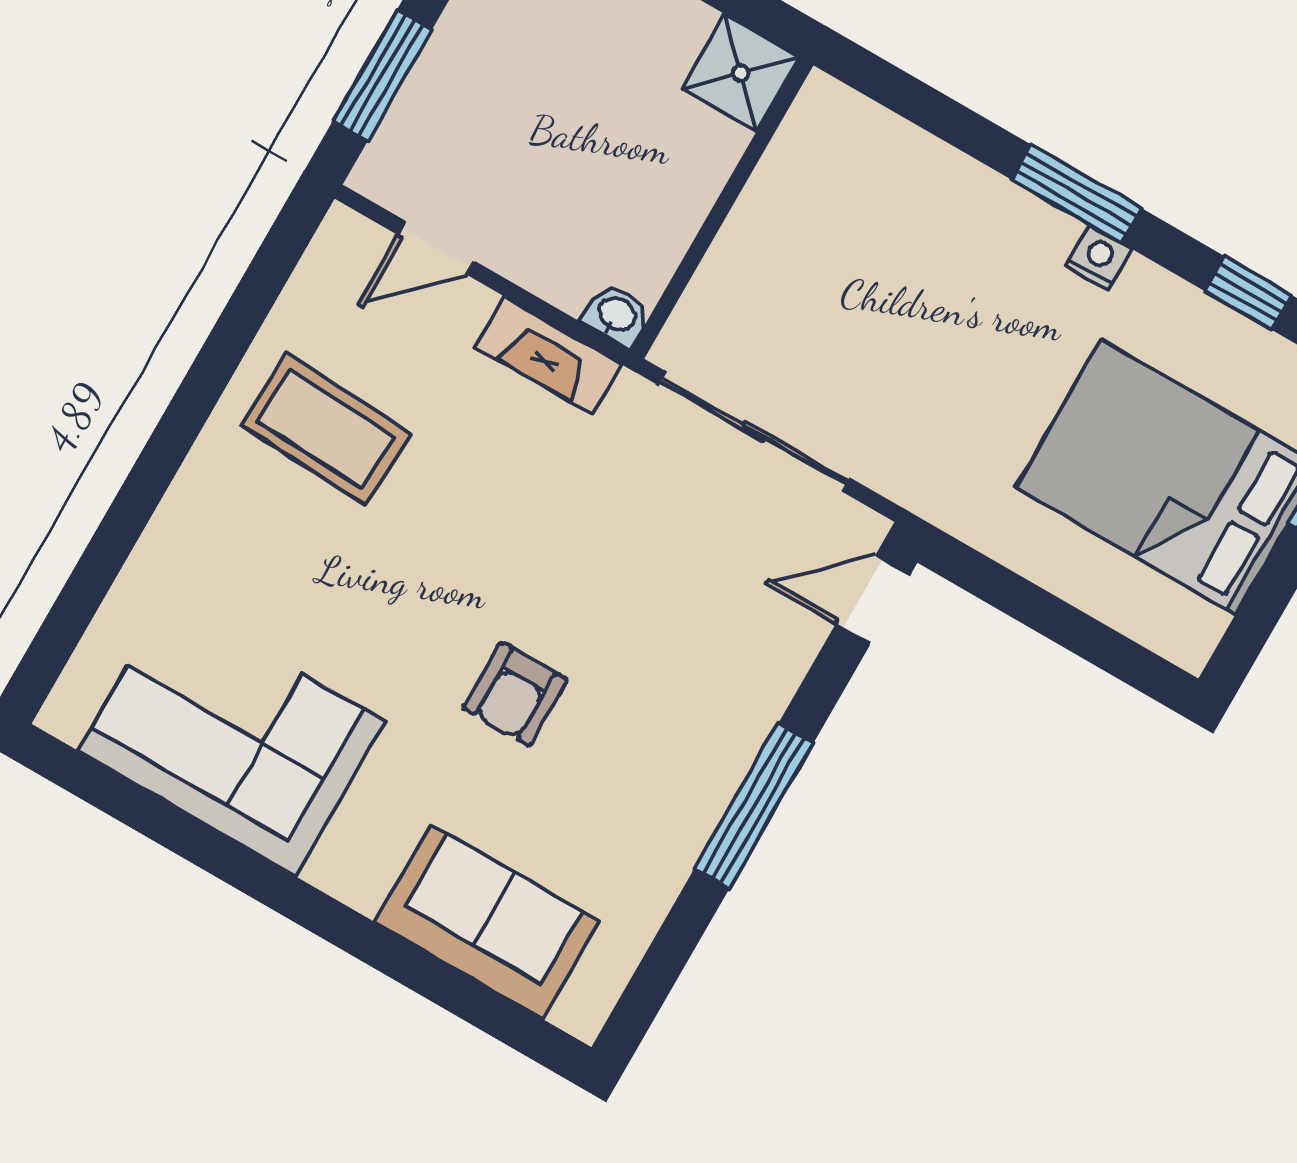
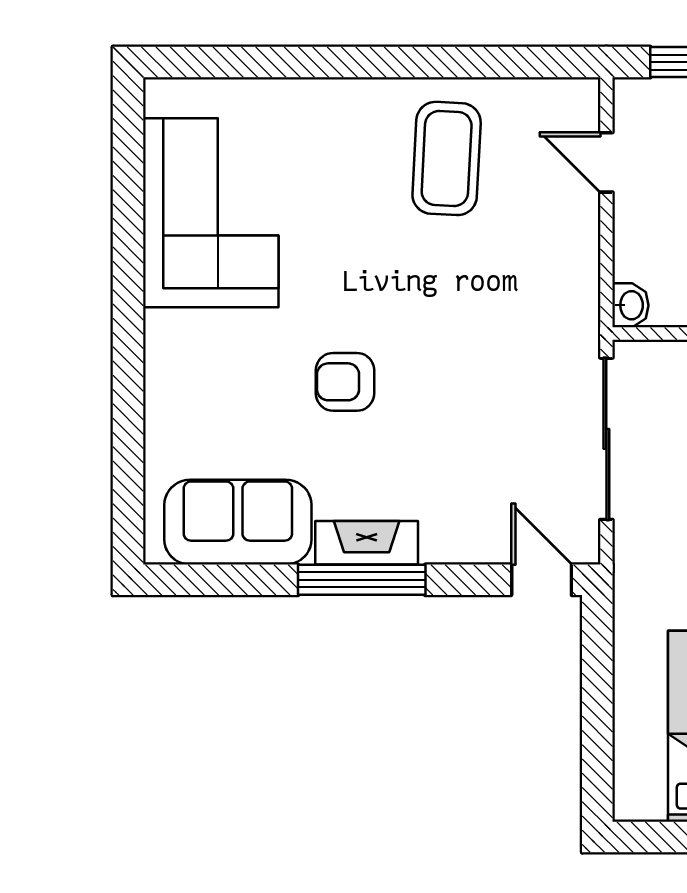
fireplace: (549, 356) -> (367, 543), moved, turned 90
sofa: (487, 922) -> (238, 522), moved, turned -90

